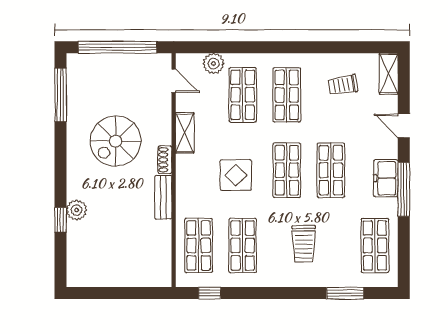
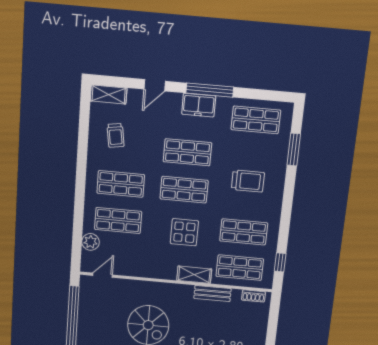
shelving: (185, 133) -> (194, 275), moved
shoe rack: (165, 160) -> (253, 296), moved
bench: (163, 197) -> (212, 294), moved

